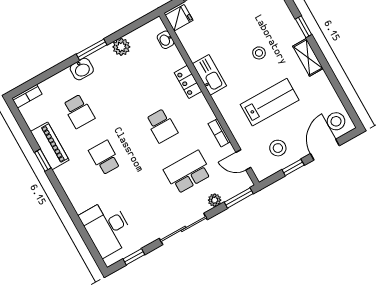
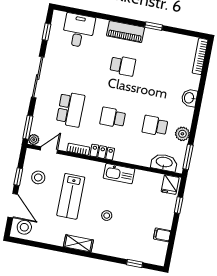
window: (304, 27) -> (100, 257), removed
washbasin: (166, 40) -> (164, 163), width x1.91, depth x1.45
window: (92, 50) -> (188, 157), moved
locker: (188, 82) -> (102, 152), moved
bookcase: (27, 96) -> (200, 56), width x1.56
school desk: (79, 111) -> (155, 126), moved
piano: (50, 146) -> (126, 32), moved
plant: (215, 200) -> (34, 140), moved
desk: (107, 228) -> (78, 30), width x0.73

